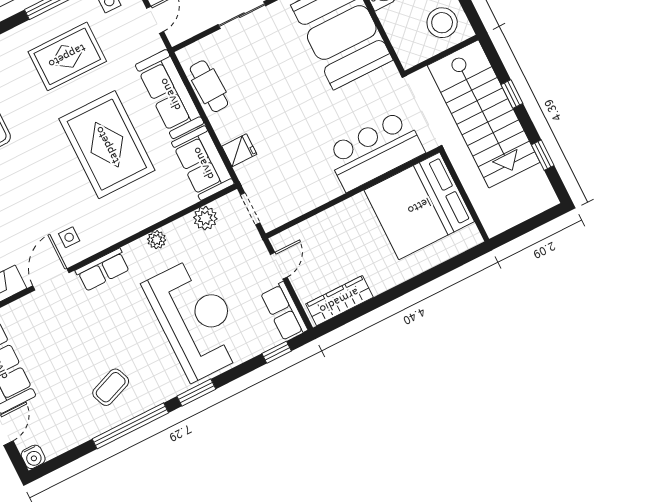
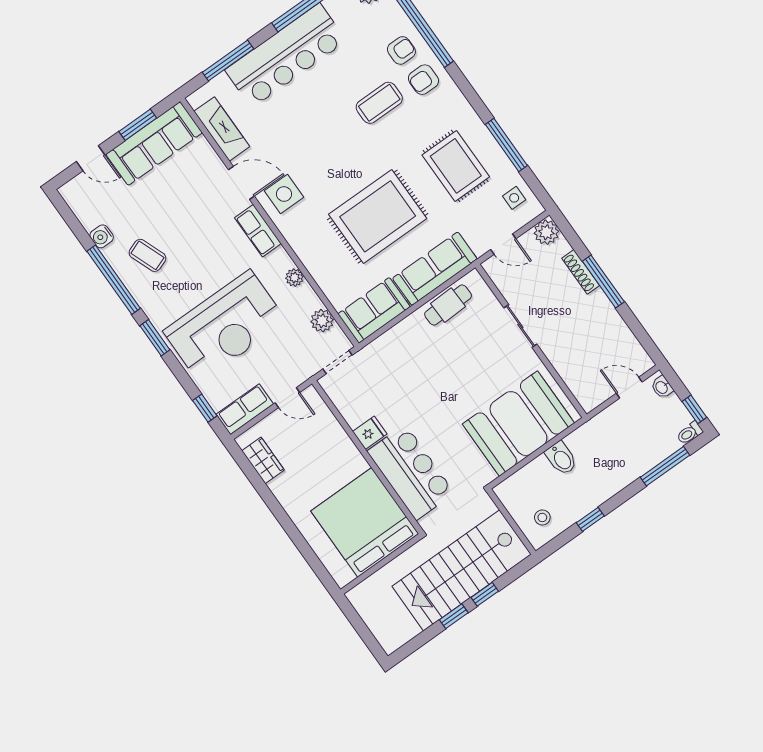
stool: (442, 23) -> (542, 517), width x0.53, depth x0.53
fridge: (239, 150) -> (370, 433), moved, turned -90
window: (543, 155) -> (454, 616), moved
side table: (69, 237) -> (284, 194), width x1.87, depth x1.87
wardrobe: (339, 301) -> (263, 460), width x0.67
water cooler: (33, 457) -> (102, 236), moved

